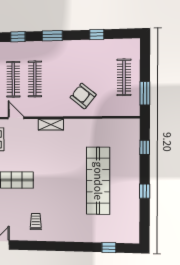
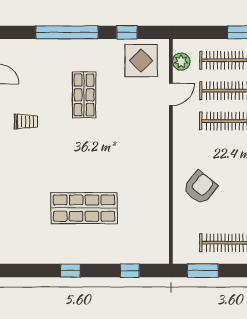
shelving: (51, 125) -> (161, 143), removed
shop shelf: (98, 181) -> (84, 208), width x0.71

